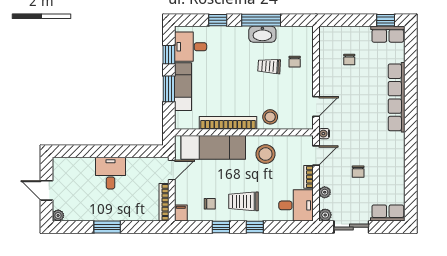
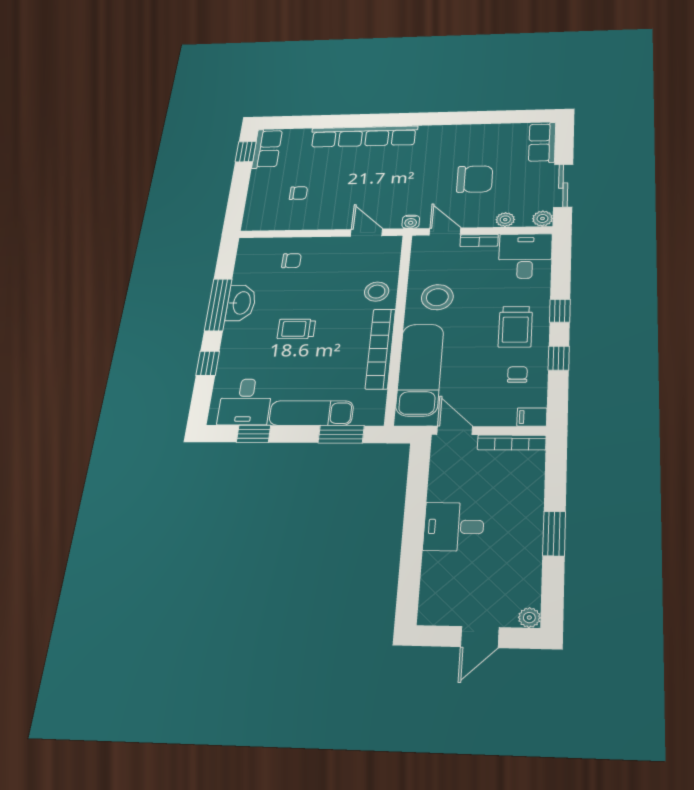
trolley: (269, 66) -> (296, 329), moved, turned 87
window: (169, 89) -> (341, 434), moved
chair: (358, 172) -> (475, 179), width x1.87, depth x1.87

